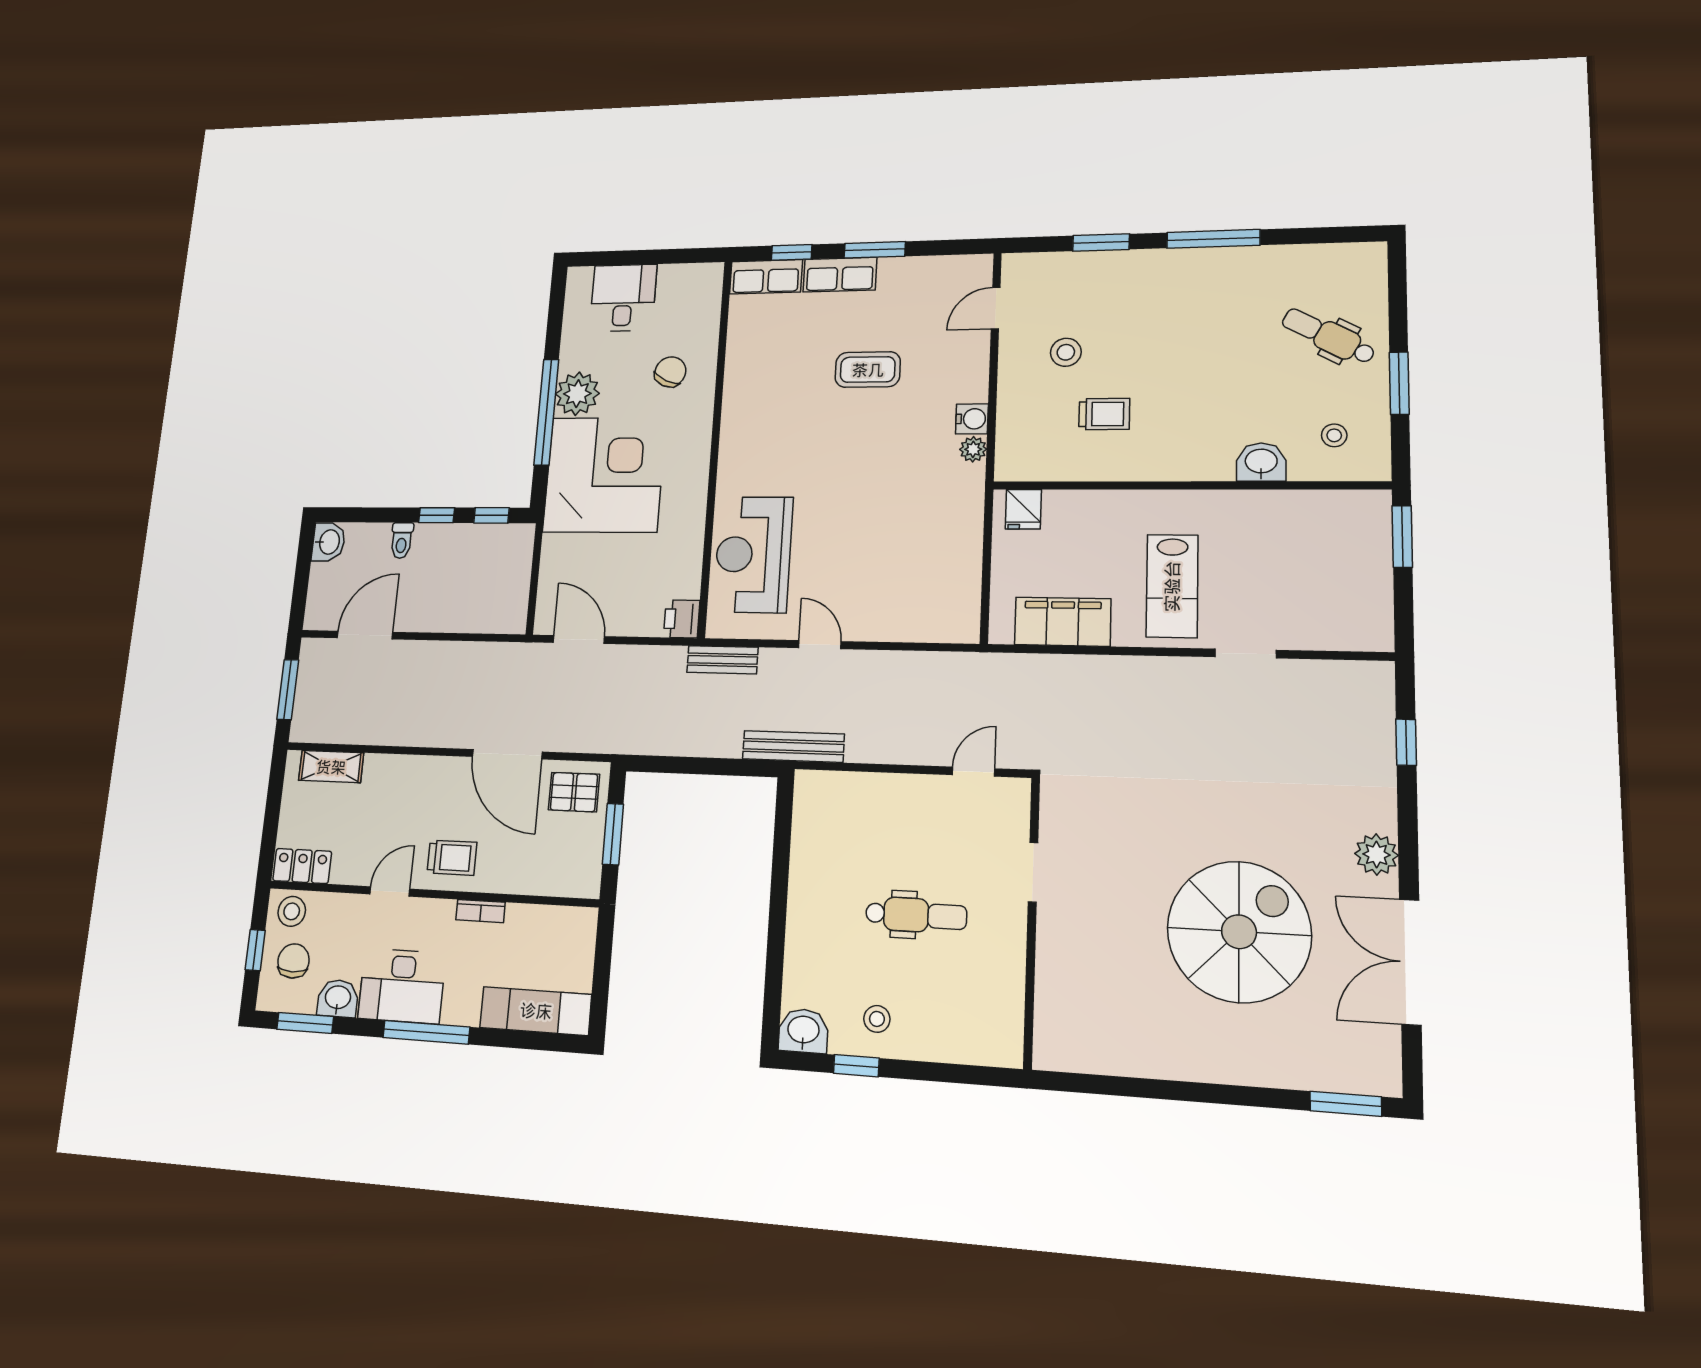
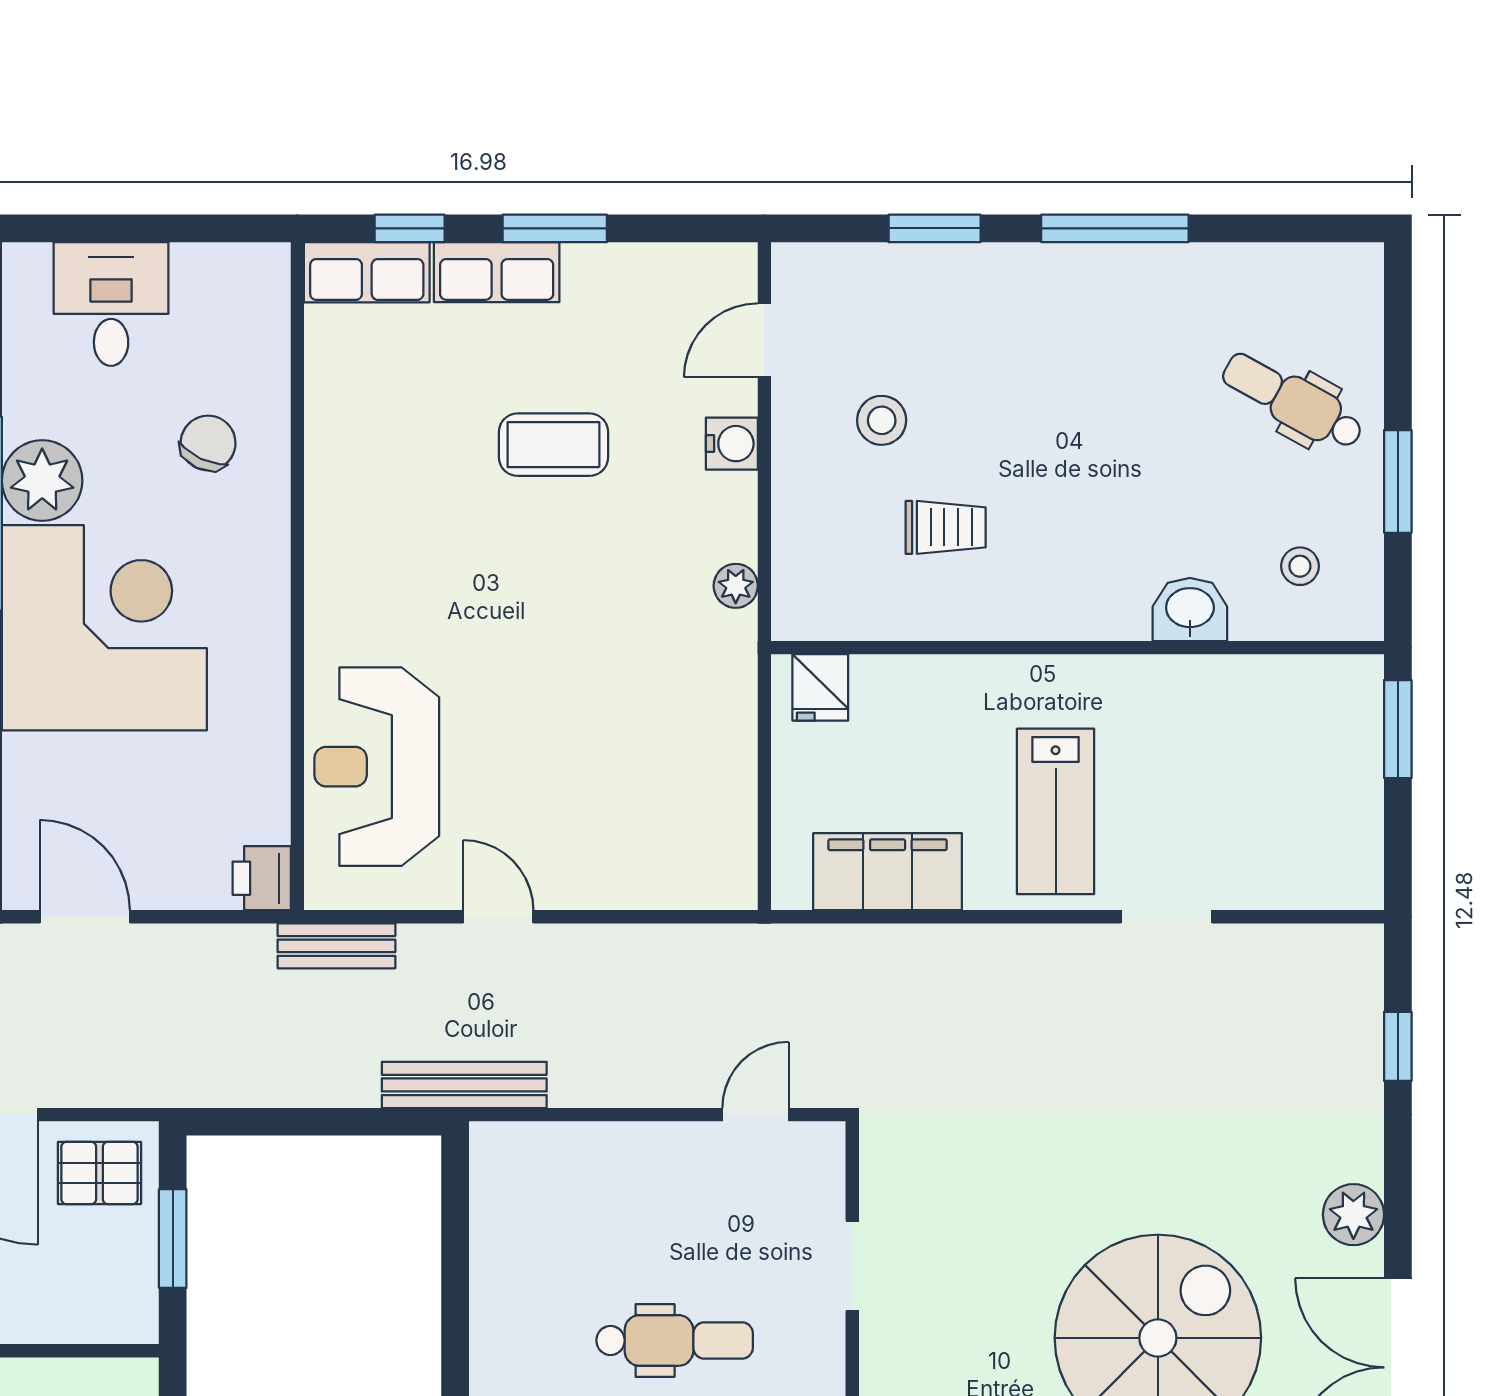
water cooler: (972, 419) -> (732, 444), moved

